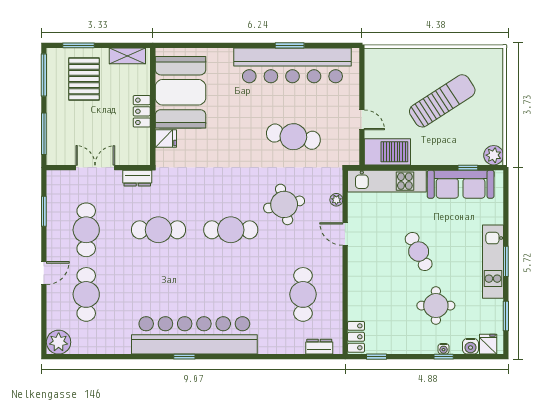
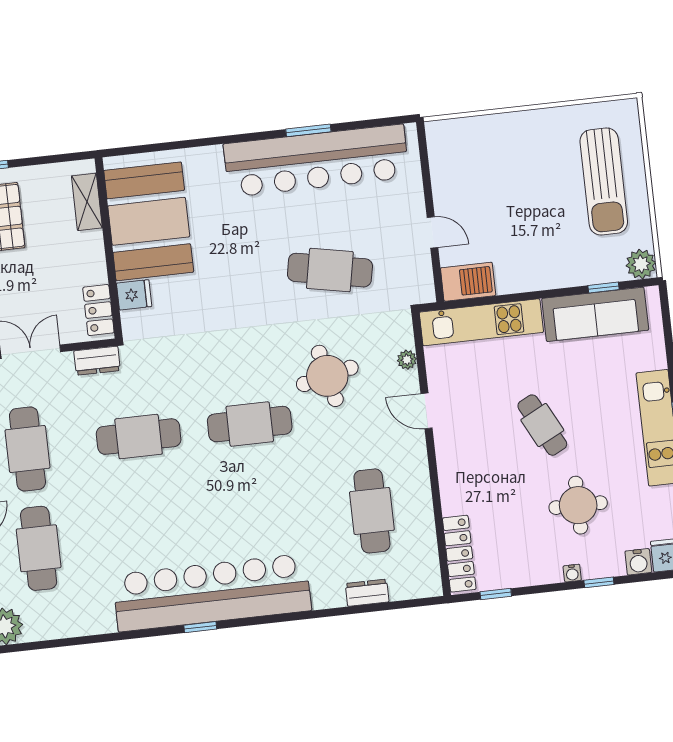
shelving: (127, 56) -> (87, 202), moved, turned 90
sun lounger: (442, 101) -> (604, 182), moved, turned 123
locker: (142, 111) -> (98, 310), moved
barbecue: (387, 152) -> (468, 282), width x0.73, depth x0.83
locker: (356, 337) -> (459, 554), width x1.53
dresser: (319, 347) -> (367, 593), moved
water cooler: (444, 349) -> (572, 573), moved

